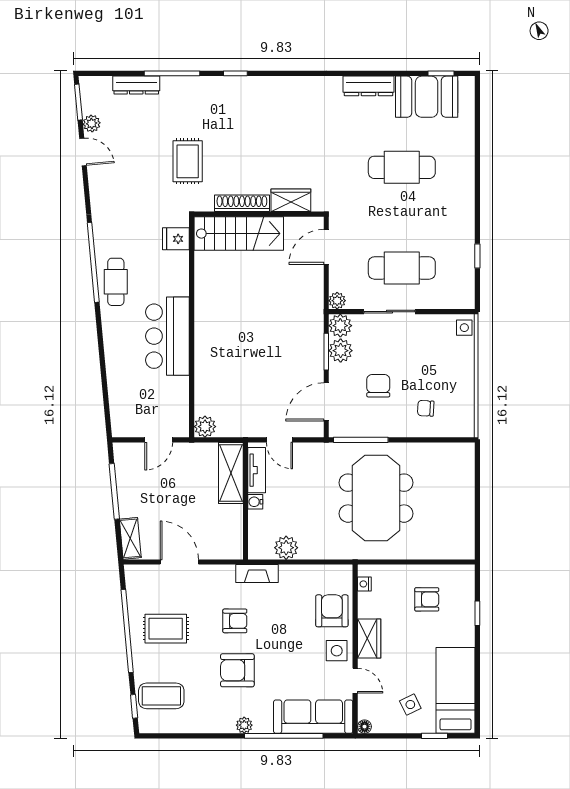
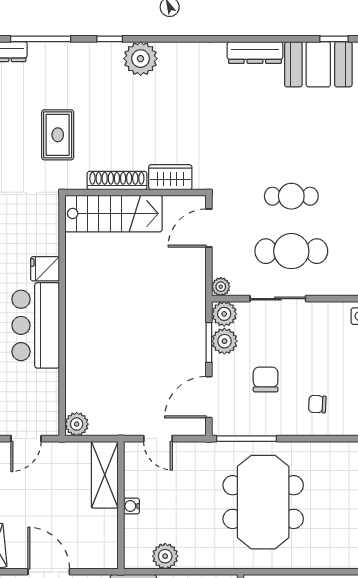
plant: (264, 92) -> (141, 59), added
cafe table: (402, 167) -> (291, 196), moved, width x0.73, depth x0.74
fridge: (176, 239) -> (45, 269), moved
tv unit: (257, 470) -> (133, 472), removed

